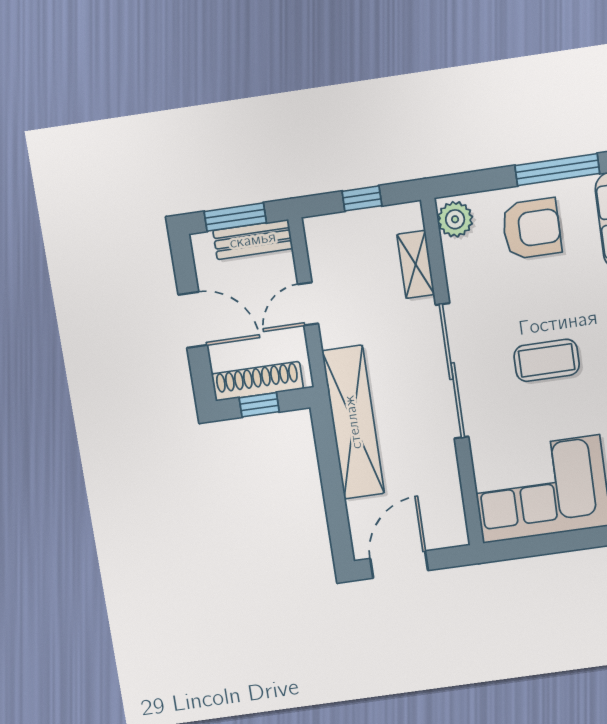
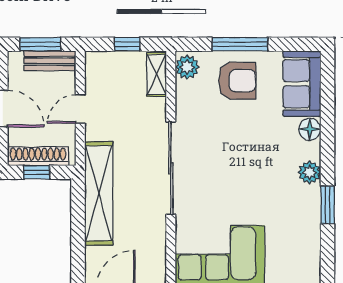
window: (557, 170) -> (240, 44), moved
shelving: (416, 264) -> (157, 74), moved
coffee table: (547, 360) -> (236, 170), removed

